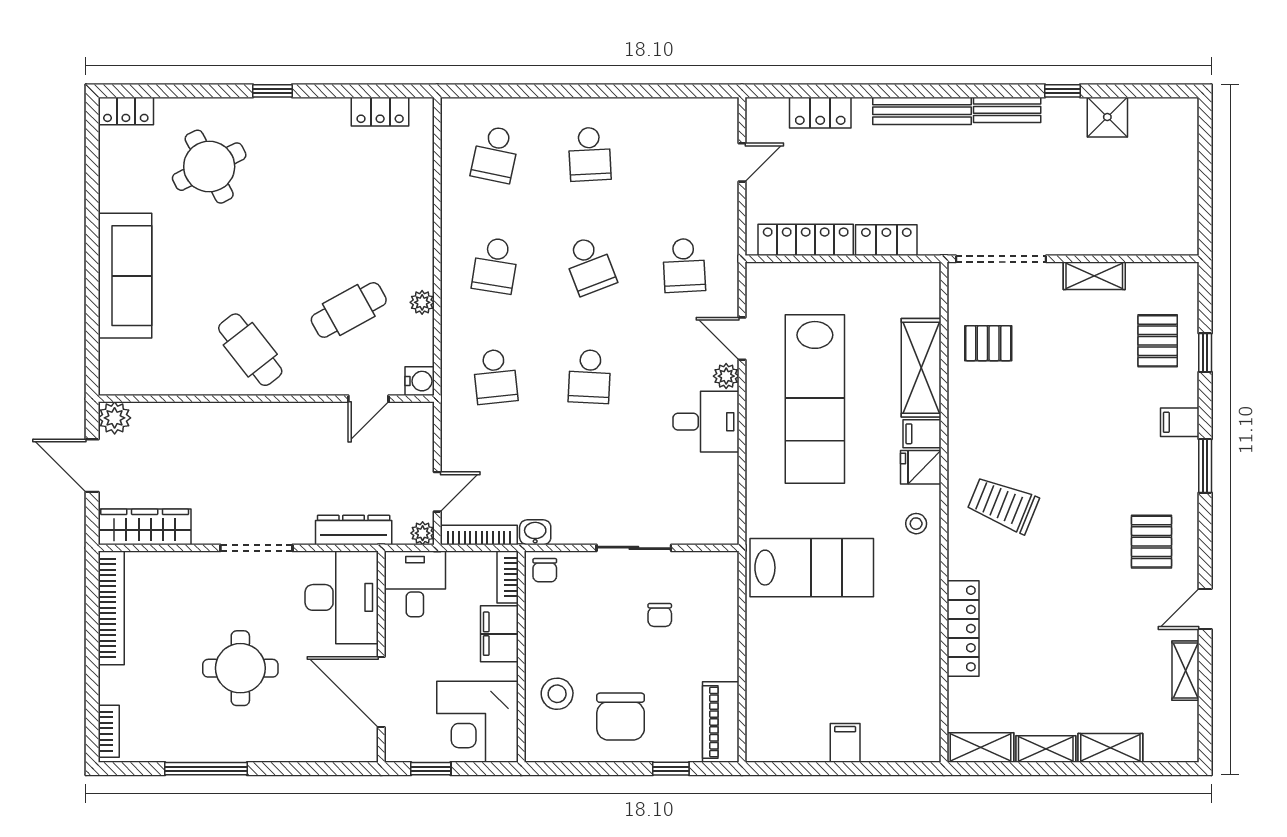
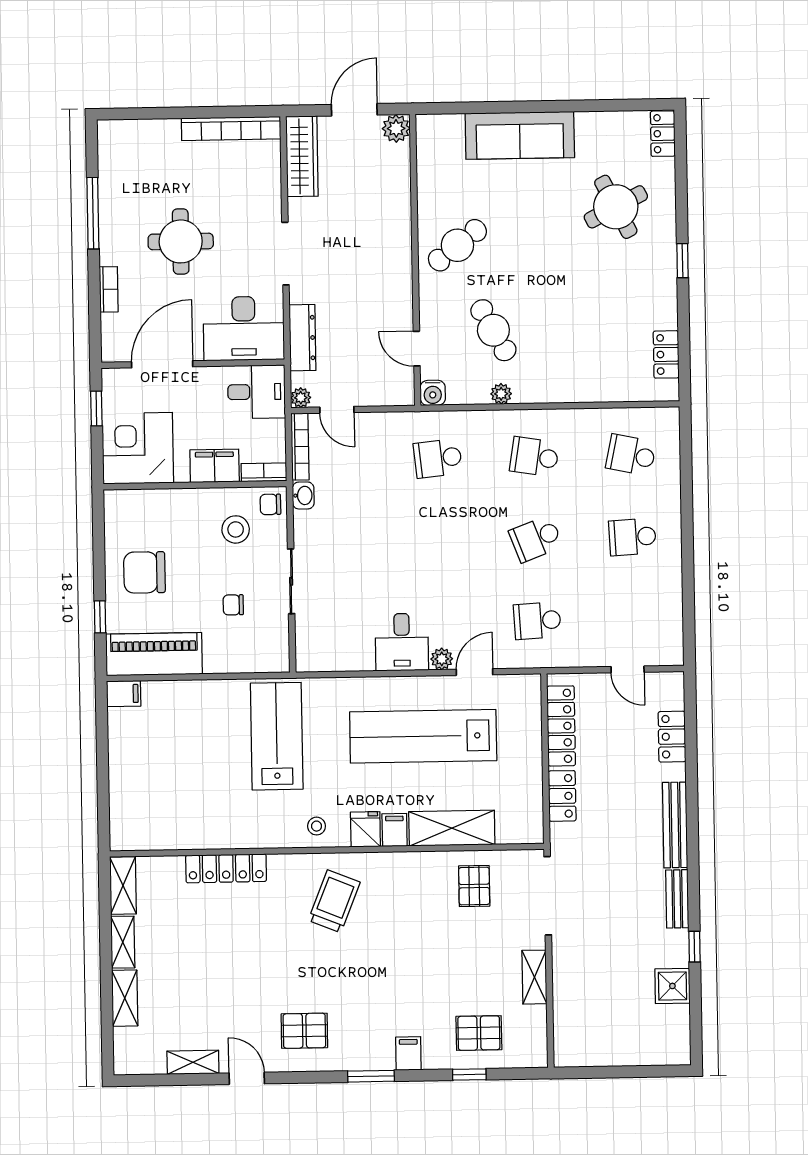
school desk: (590, 377) -> (439, 540), removed
lab bench: (812, 568) -> (277, 736), turned 180
stool: (557, 694) -> (236, 529), moved
piano: (721, 722) -> (154, 654), width x1.37, depth x1.33
bookcase: (109, 731) -> (109, 289), moved, turned -90
filing cabinet: (845, 743) -> (124, 694), moved

